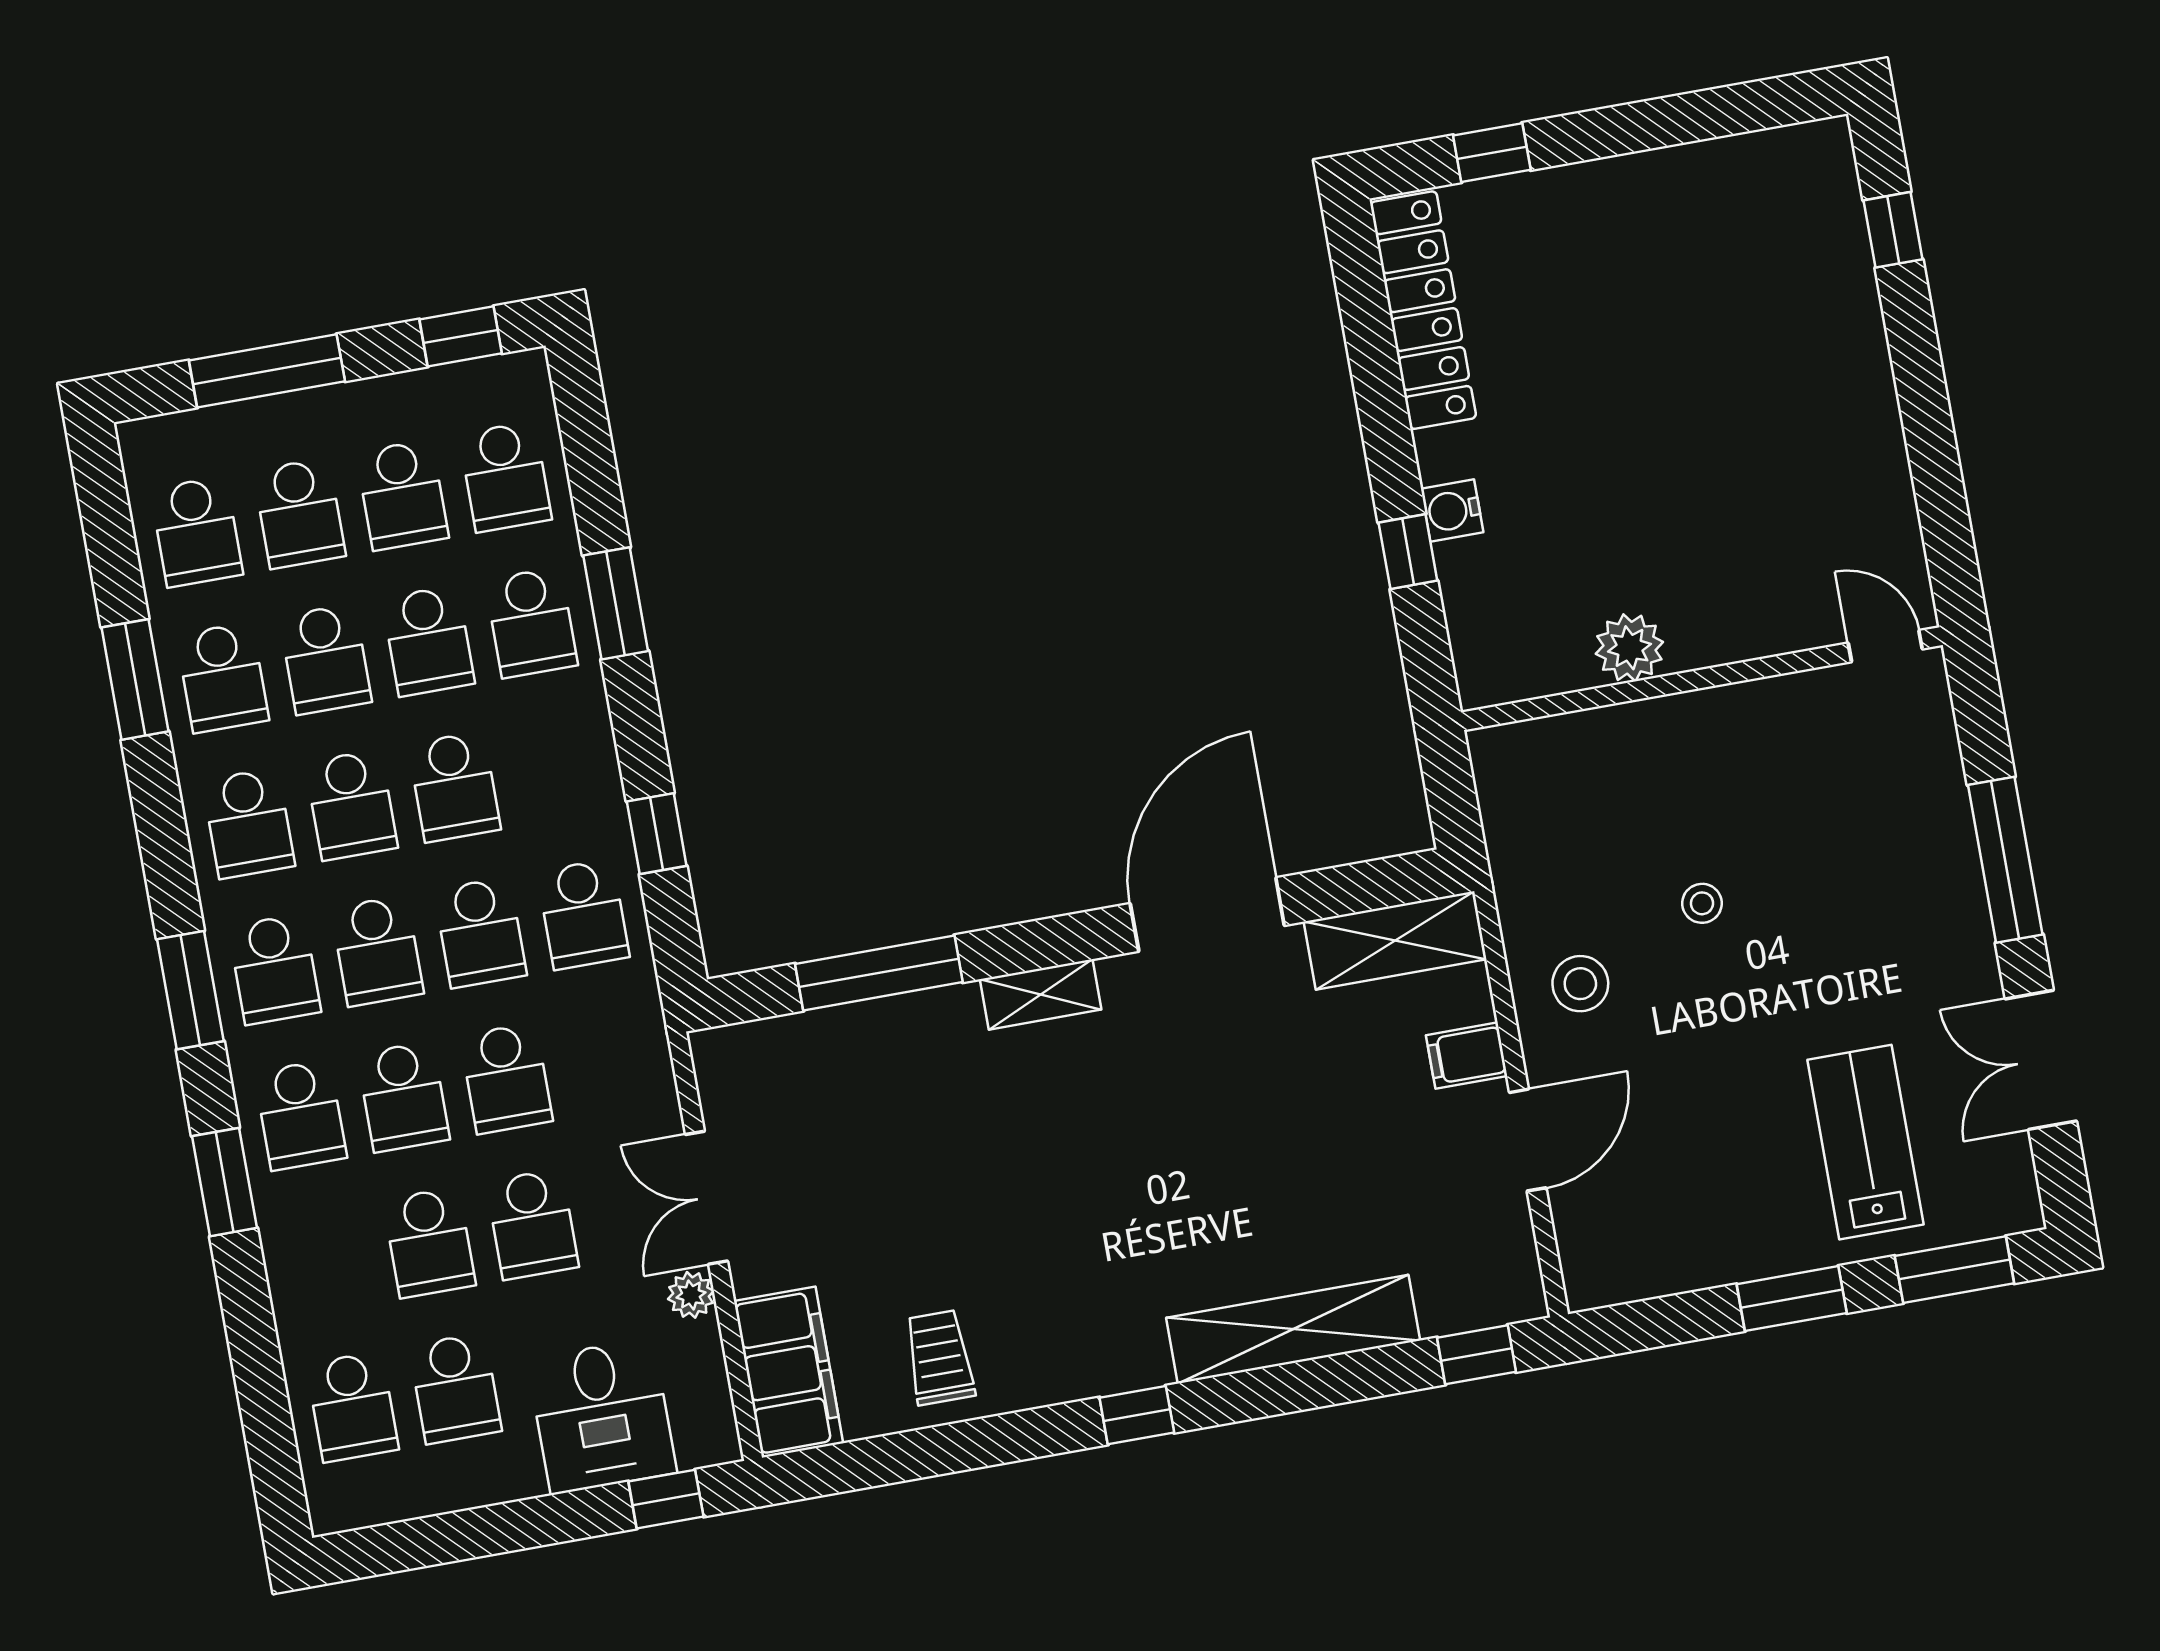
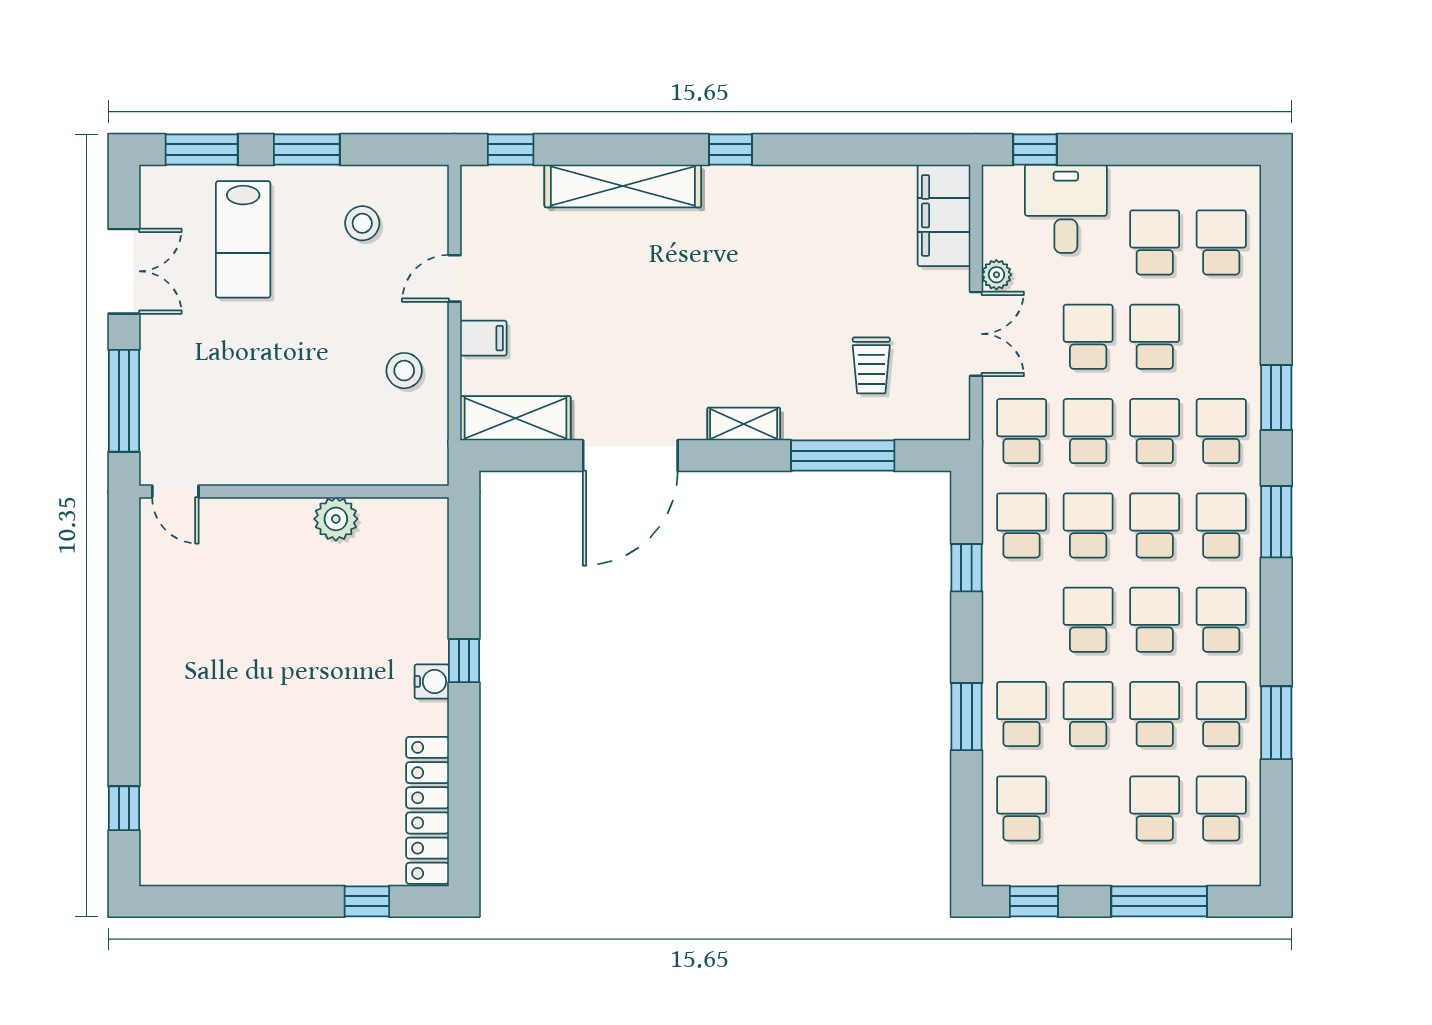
school desk: (402, 495) -> (1022, 431), moved
door: (1885, 646) -> (175, 491), moved
plant: (1629, 648) -> (336, 519), moved
wall: (1702, 679) -> (294, 491), moved
stool: (1702, 903) -> (362, 223), moved, width x1.37, depth x1.37
door: (1528, 1140) -> (455, 278), width x0.73
trolley: (939, 1358) -> (871, 365), moved

